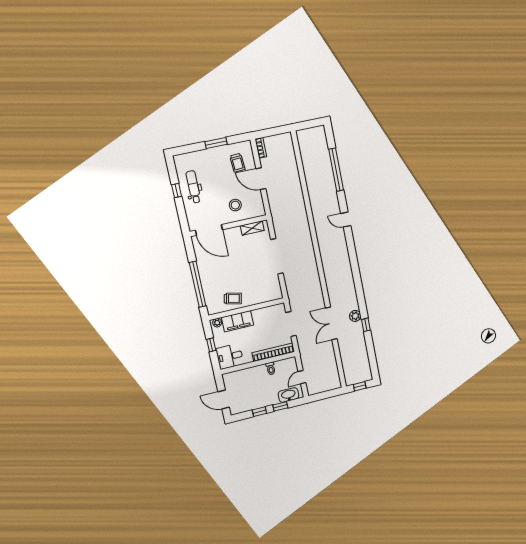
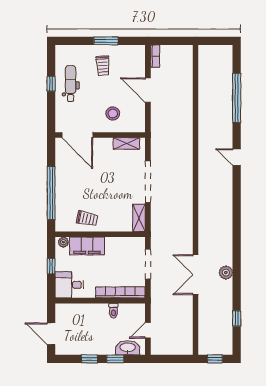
trolley: (237, 163) -> (103, 66), moved
shelving: (276, 288) -> (139, 218), added
window: (366, 325) -> (237, 319), moved

